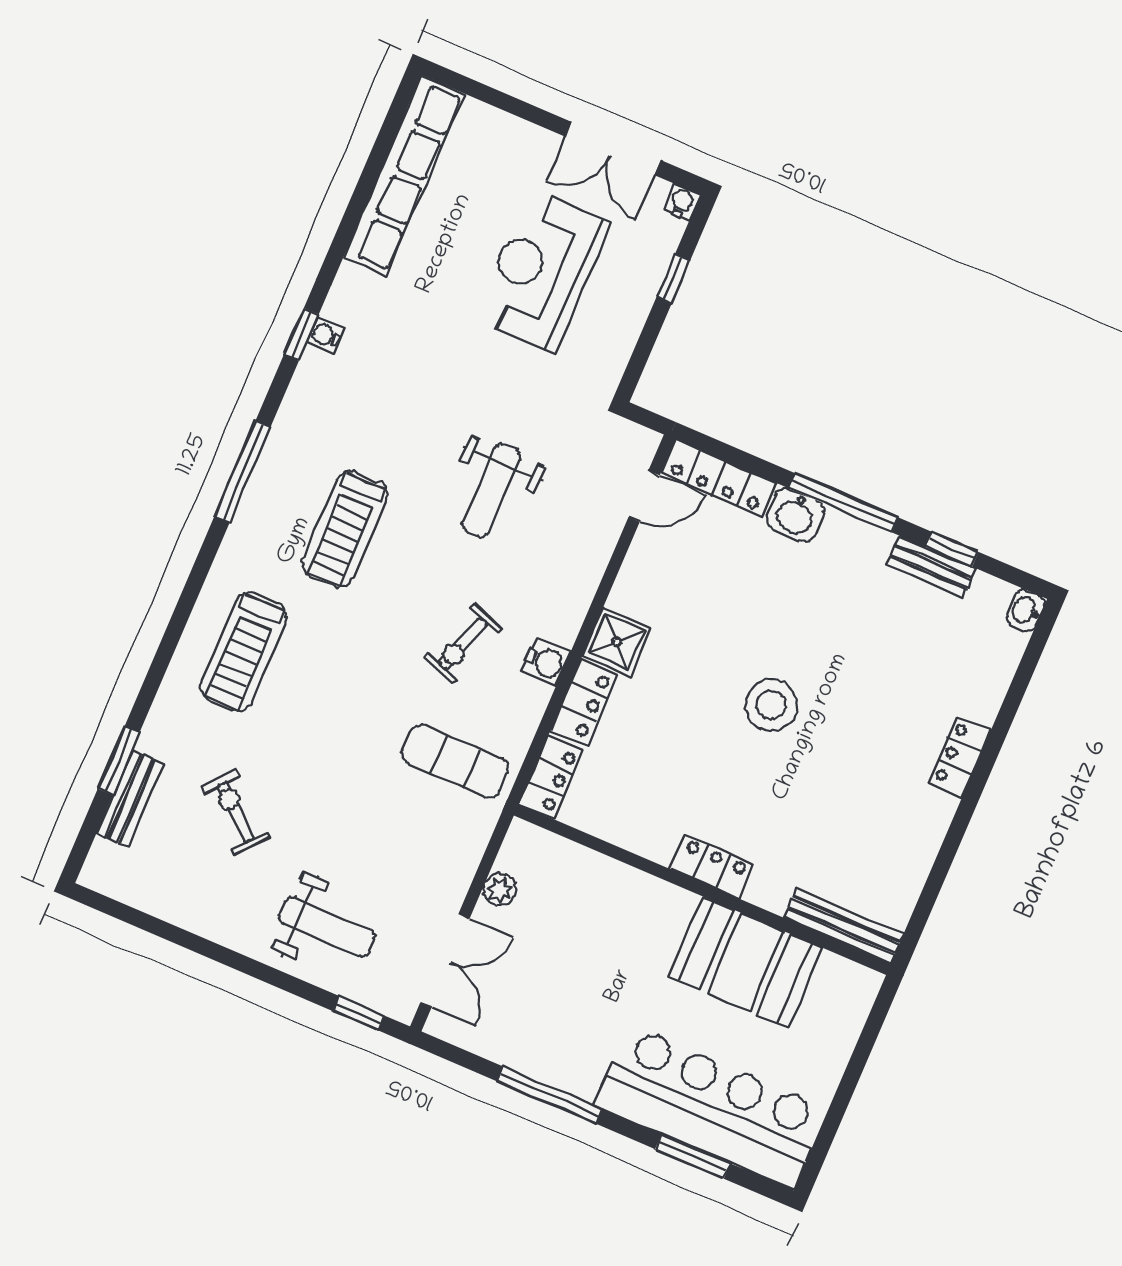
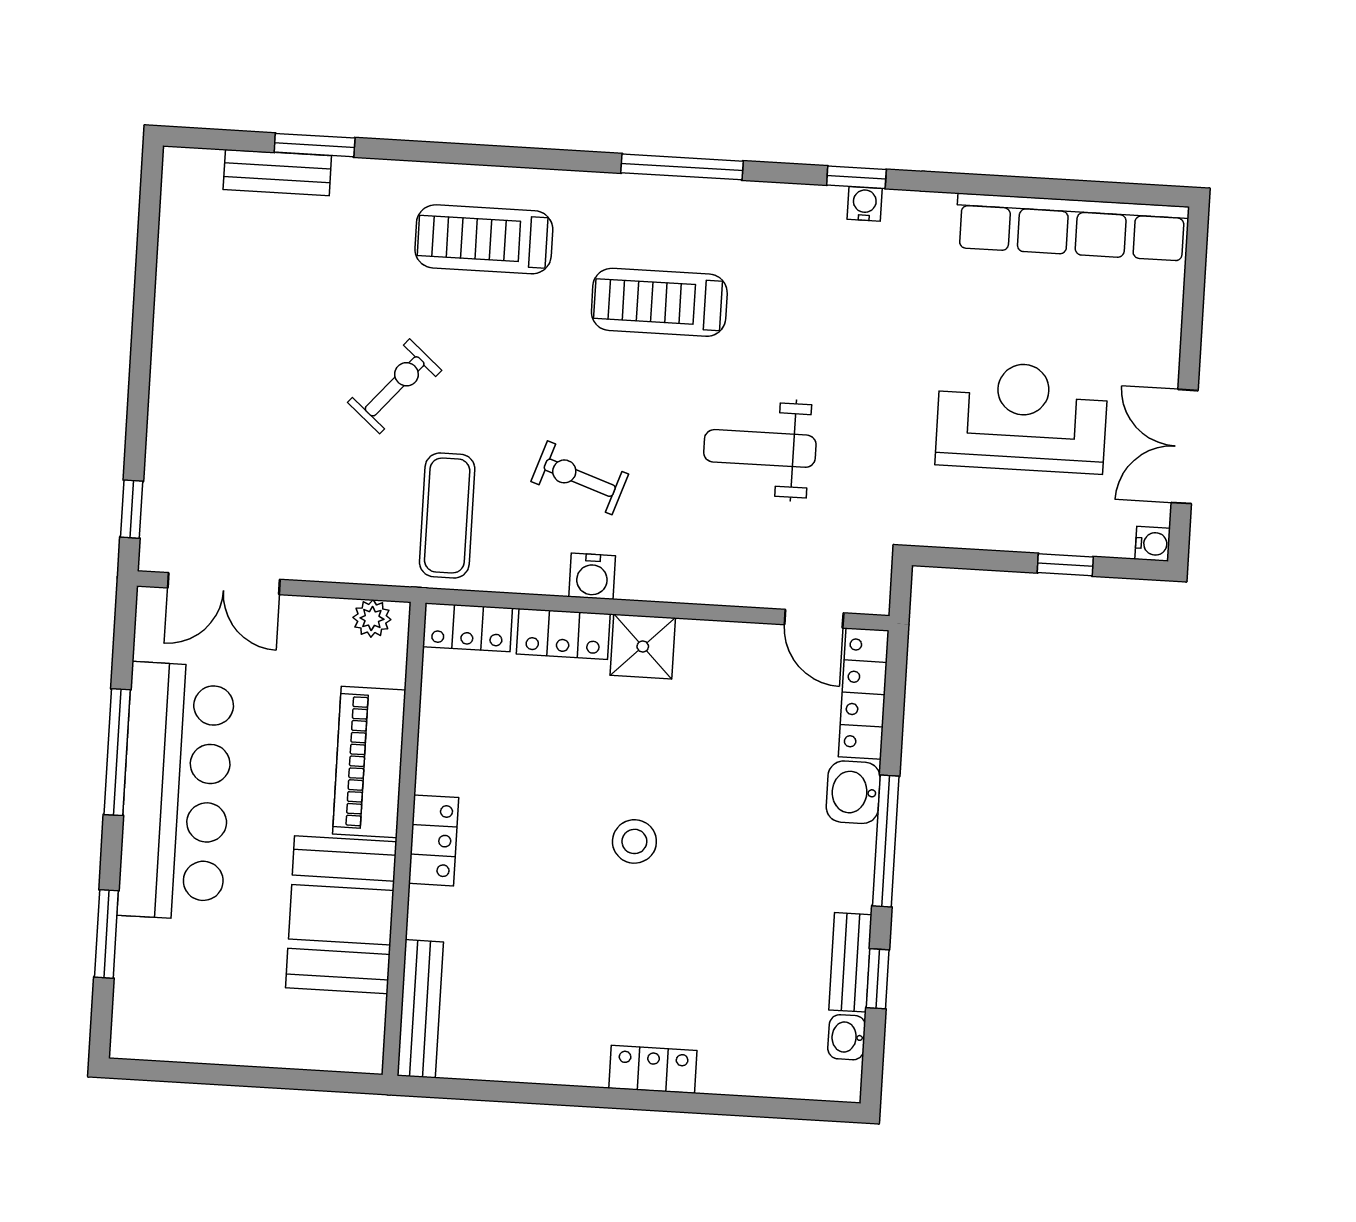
washbasin: (1026, 610) -> (847, 1037), moved, turned -90
stool: (771, 705) -> (634, 841), width x0.73, depth x0.73
exercise bike: (235, 812) -> (395, 386), moved
plant: (500, 890) -> (372, 619), moved
piano: (631, 895) -> (369, 762), added
weight bench: (327, 927) -> (214, 440), removed
bar counter: (711, 1107) -> (176, 791), moved

